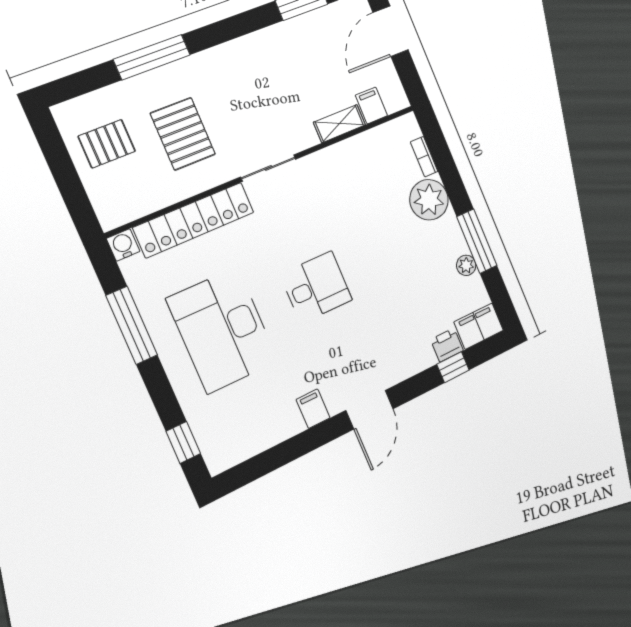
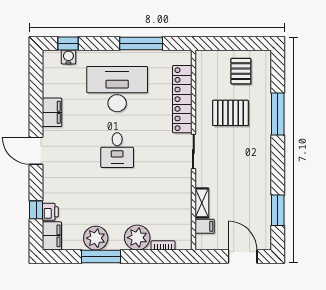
water cooler: (123, 245) -> (68, 57), moved, turned -90
plant: (466, 265) -> (96, 238), width x1.88, depth x1.88
filing cabinet: (313, 409) -> (52, 112), width x2.00

